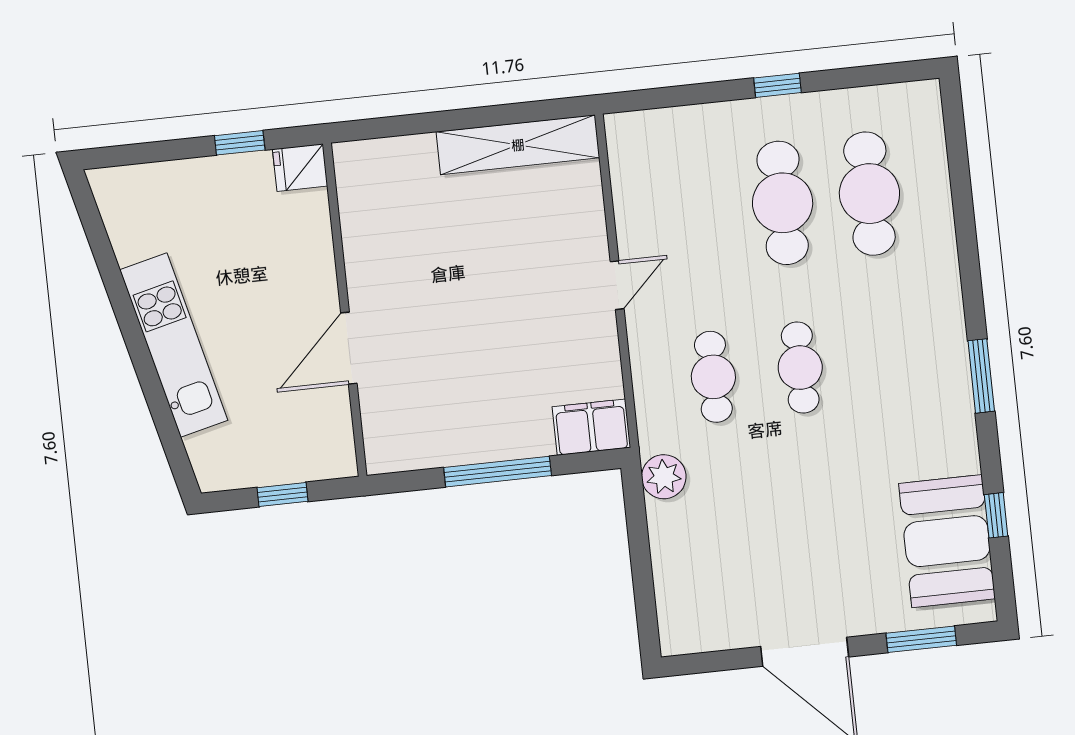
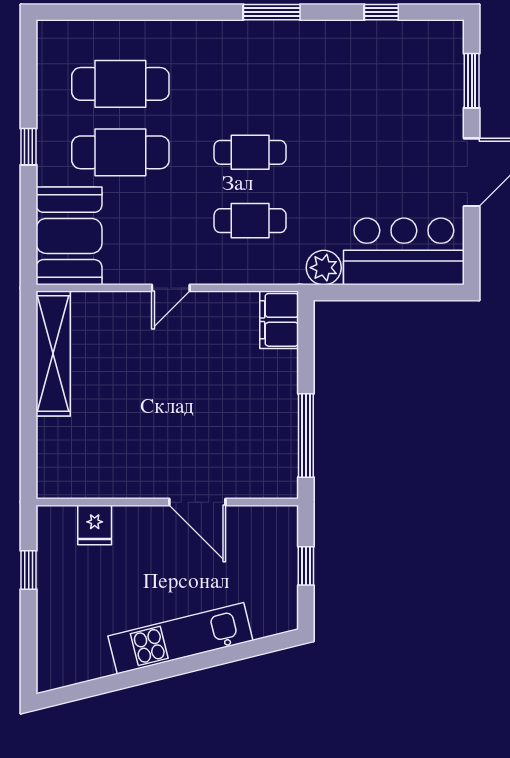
fridge: (300, 168) -> (95, 525), moved
door: (617, 285) -> (171, 288), swing flipped
window: (498, 472) -> (306, 435), moved
booth: (947, 541) -> (69, 236), moved, turned 90
bar counter: (695, 576) -> (404, 251), added

